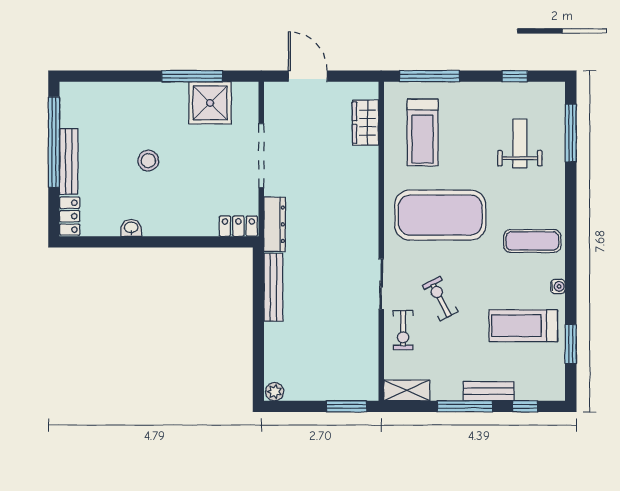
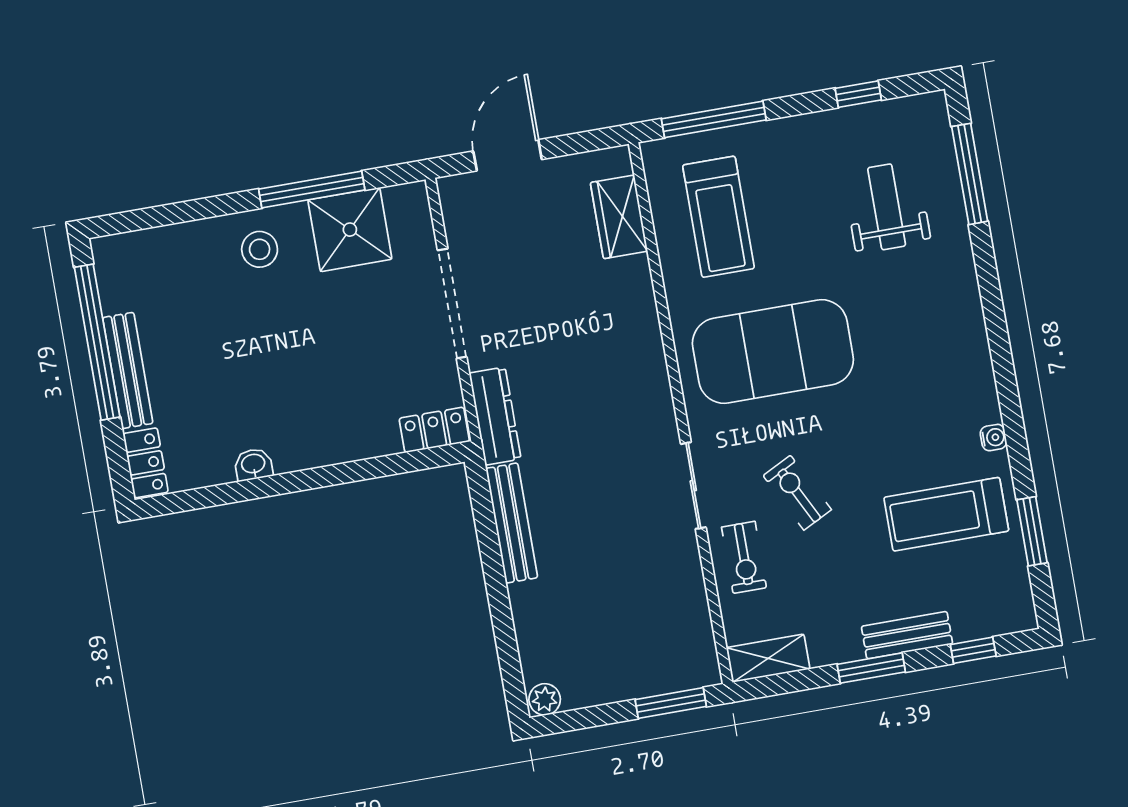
door: (308, 76) -> (508, 155), hinge flipped
stool: (148, 161) -> (260, 249), moved
exercise mat: (532, 241) -> (936, 368), removed
window: (465, 406) -> (871, 668), width x0.69

